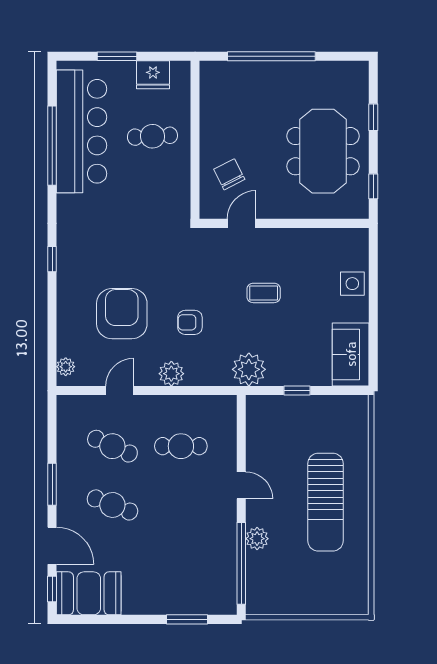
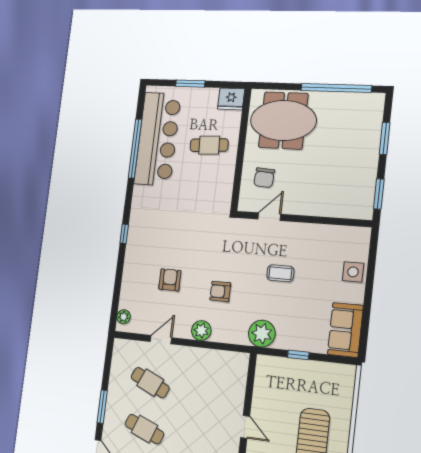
window: (271, 56) -> (336, 88), moved
fridge: (153, 75) -> (231, 99), moved
window: (373, 117) -> (385, 138), width x1.50
meeting table: (323, 151) -> (283, 120), moved, turned 90
chair: (229, 174) -> (264, 178), turned -149
window: (373, 186) -> (379, 194), width x1.50
armchair: (122, 314) -> (170, 280), width x0.53, depth x0.53
cafe table: (181, 446) -> (202, 389), removed

